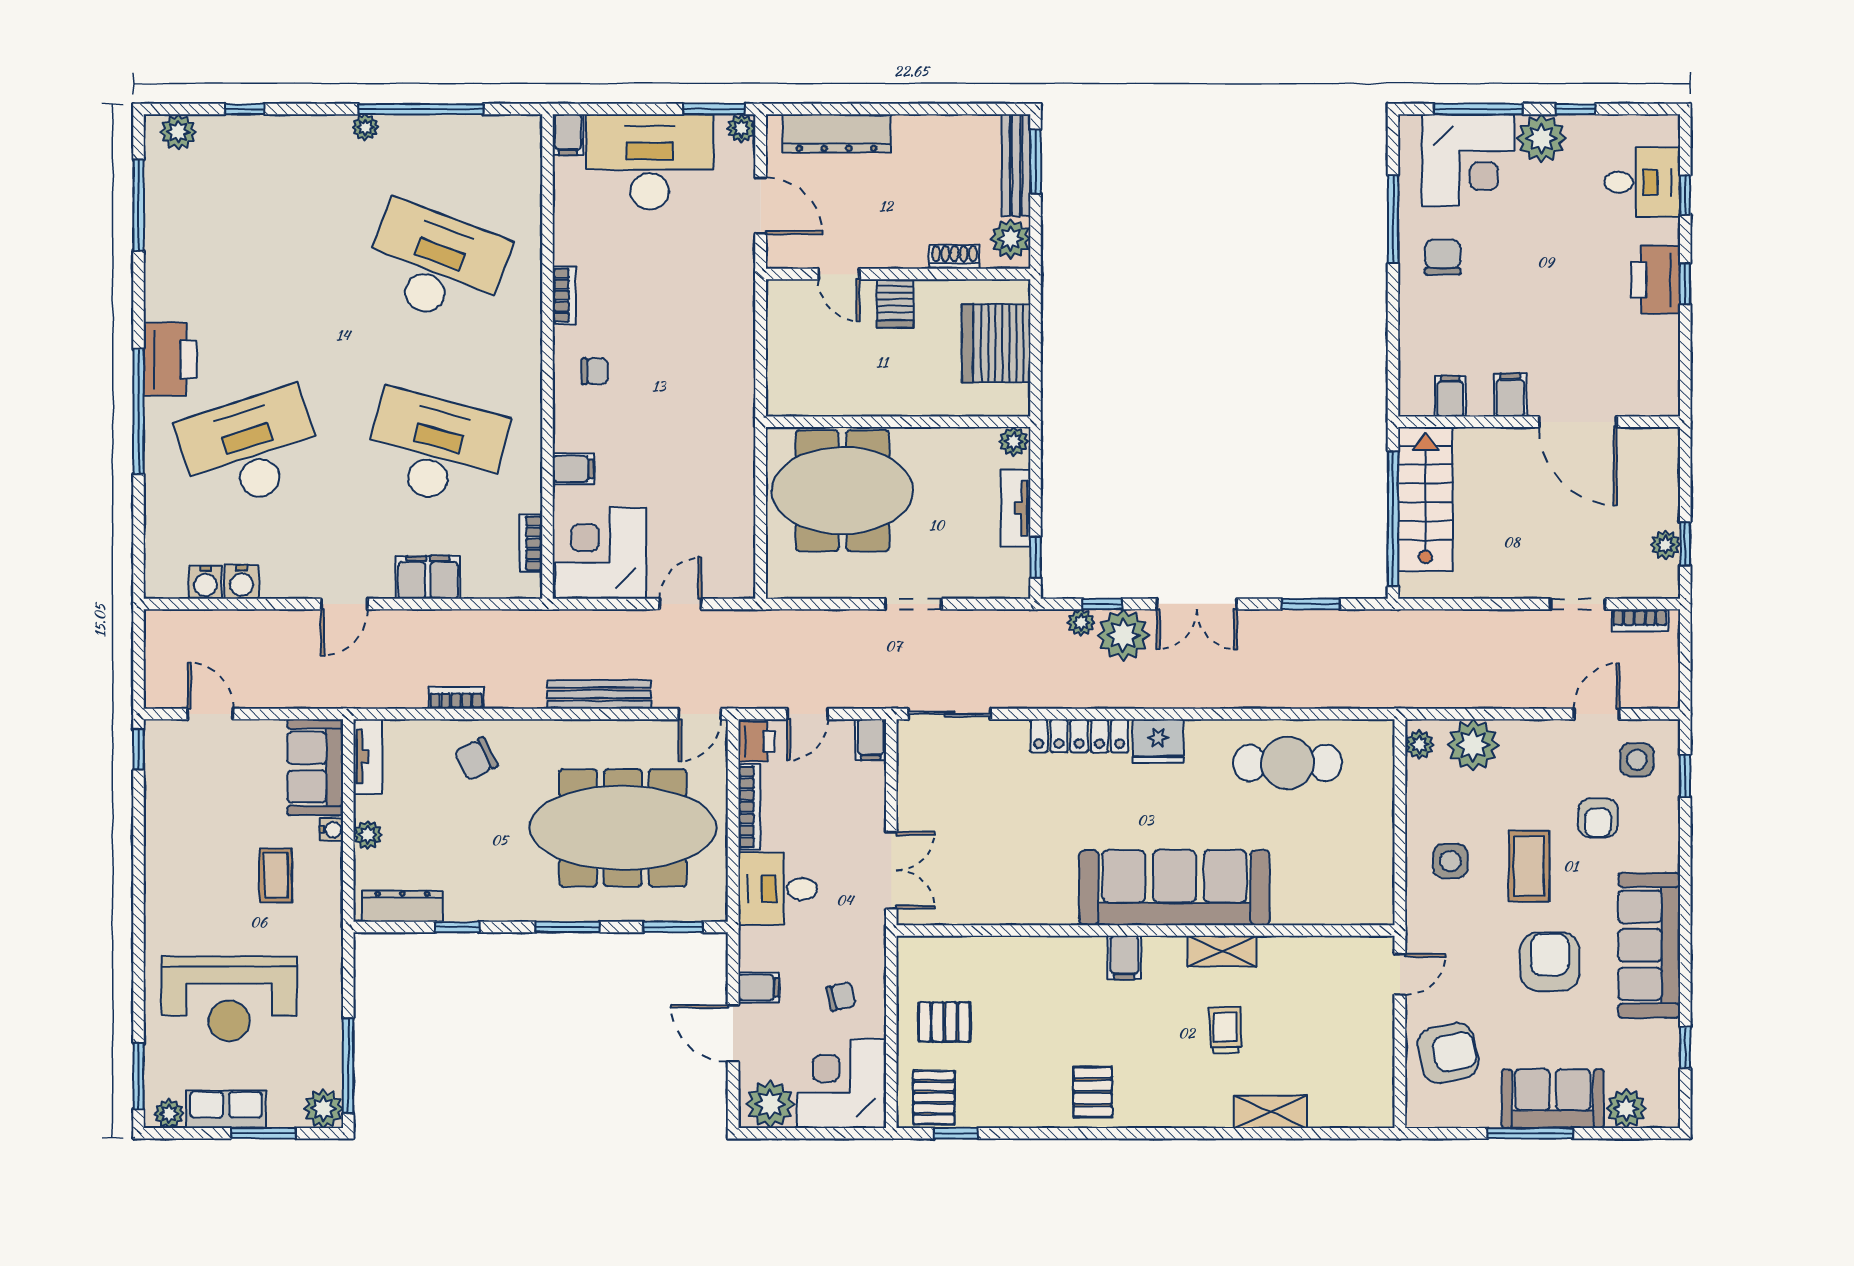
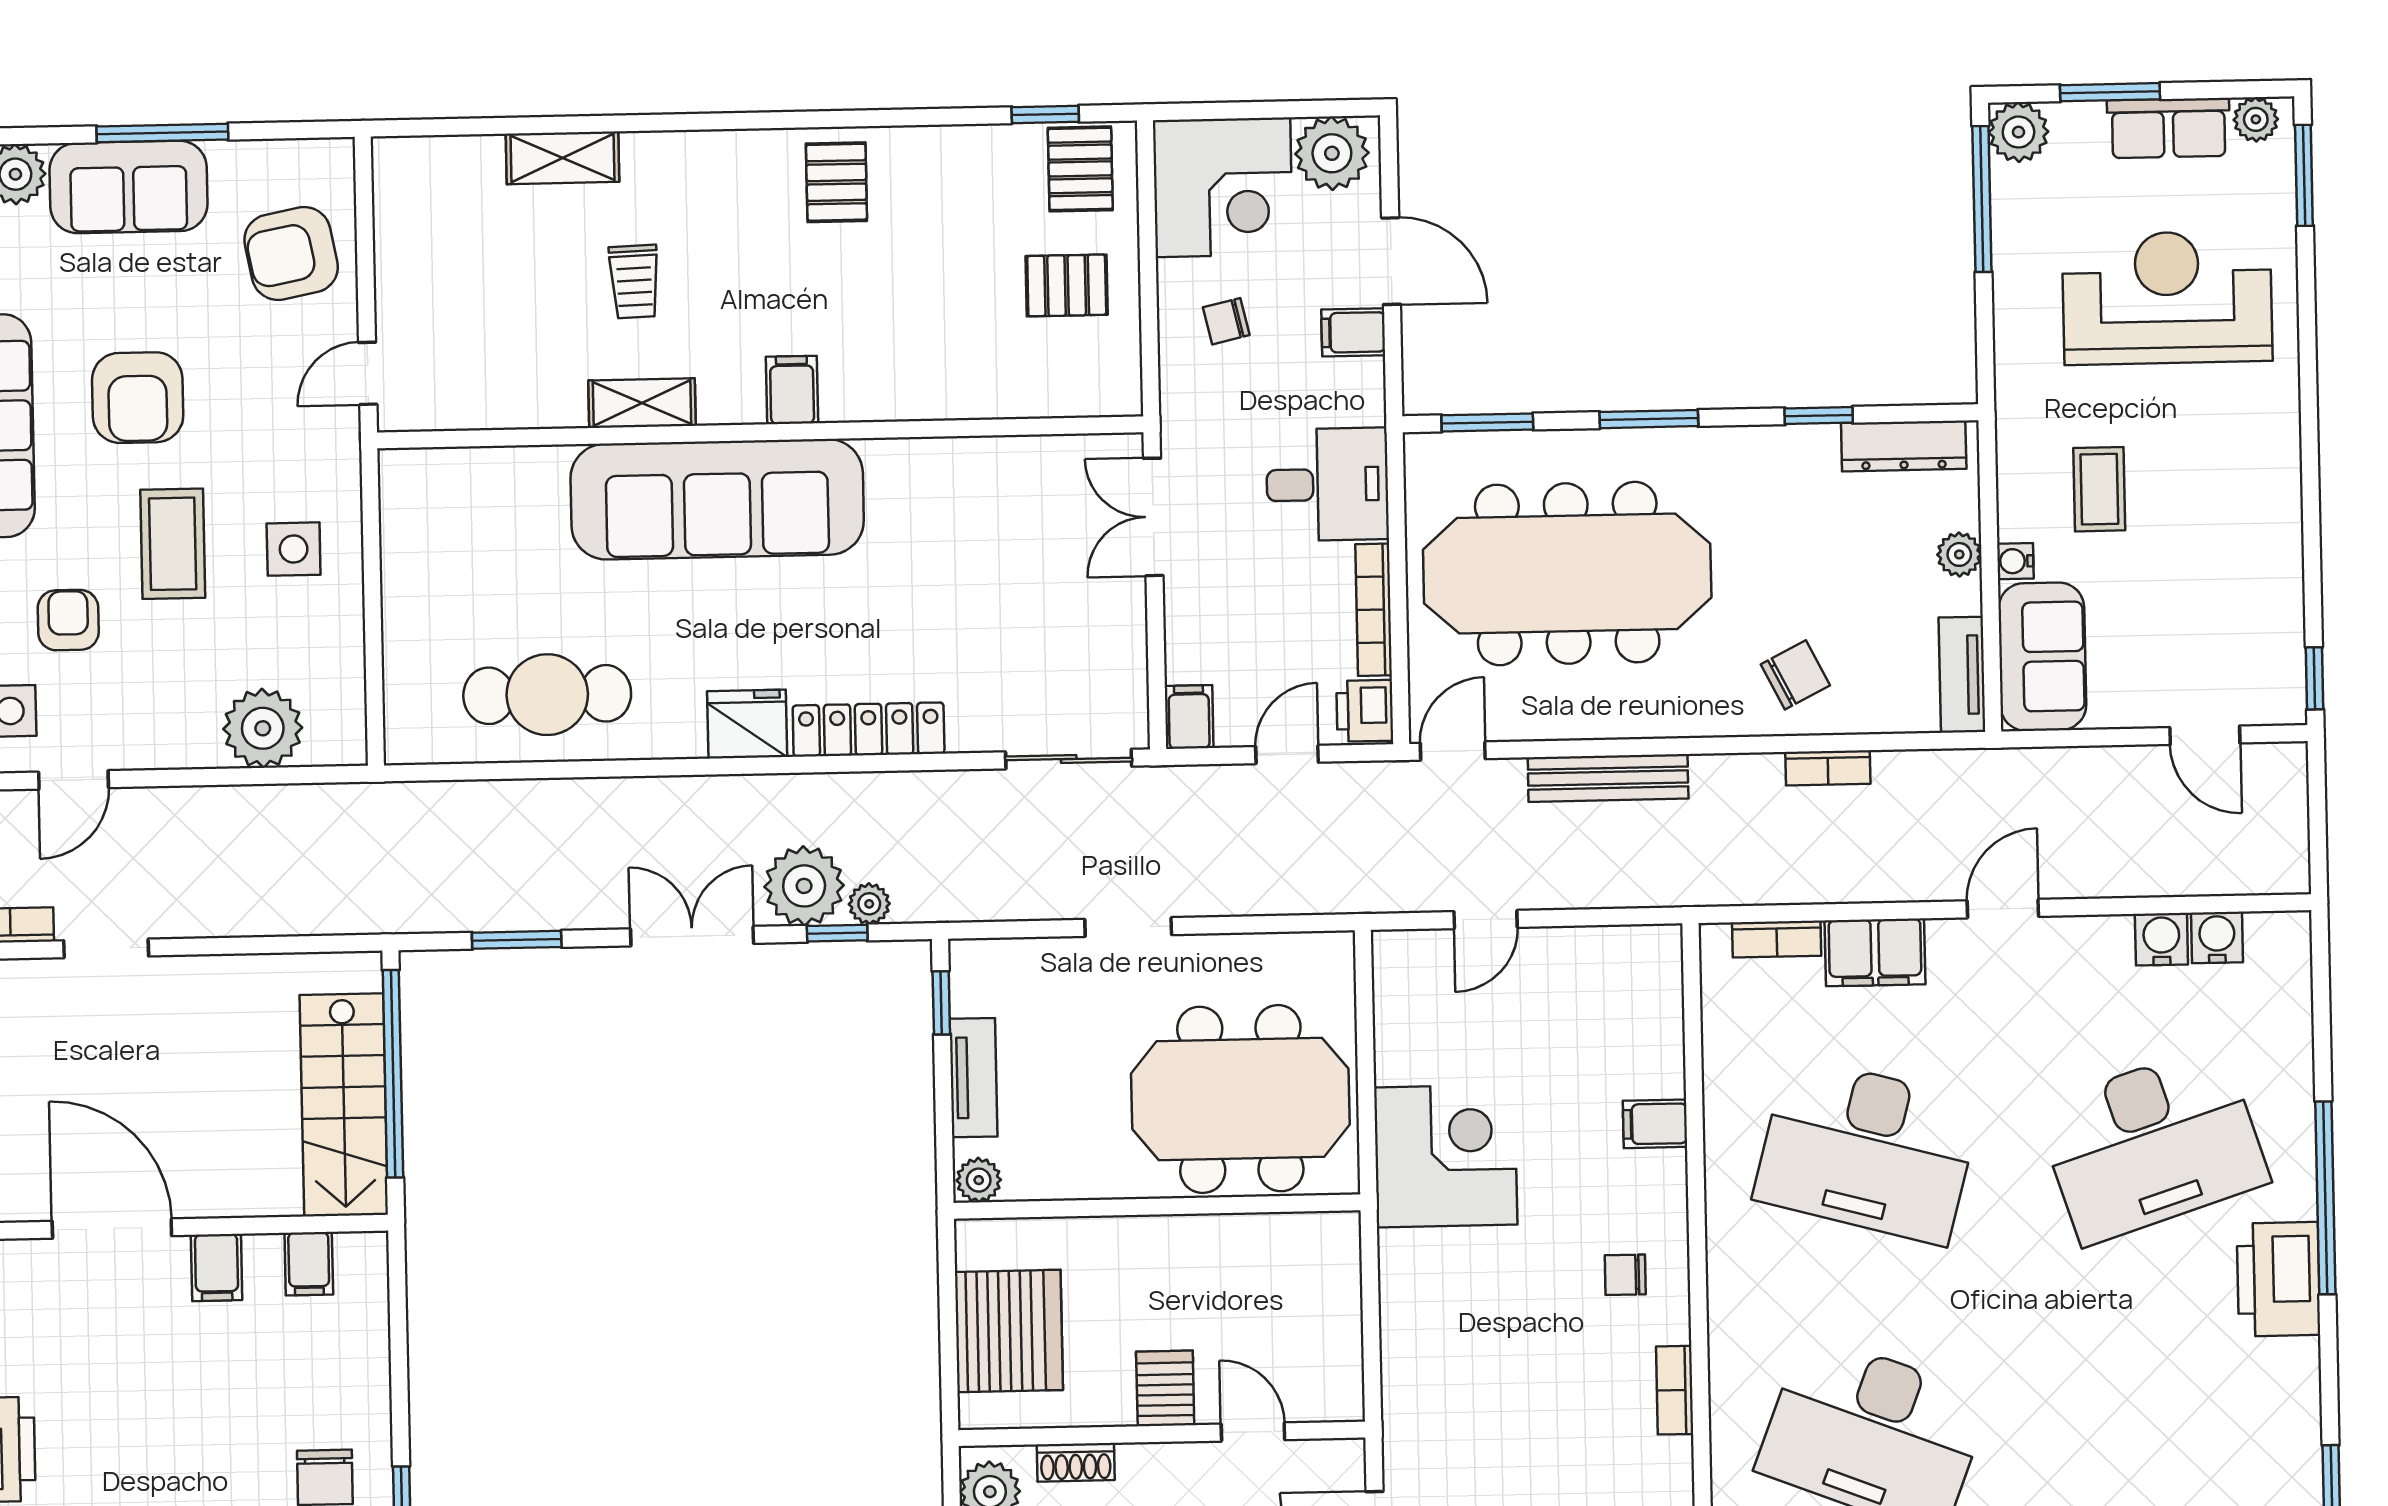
bookcase: (531, 543) -> (1777, 939), moved, turned 90
corner desk: (601, 553) -> (1446, 1156), moved, turned -90
plant: (1419, 744) -> (345, 727), removed

